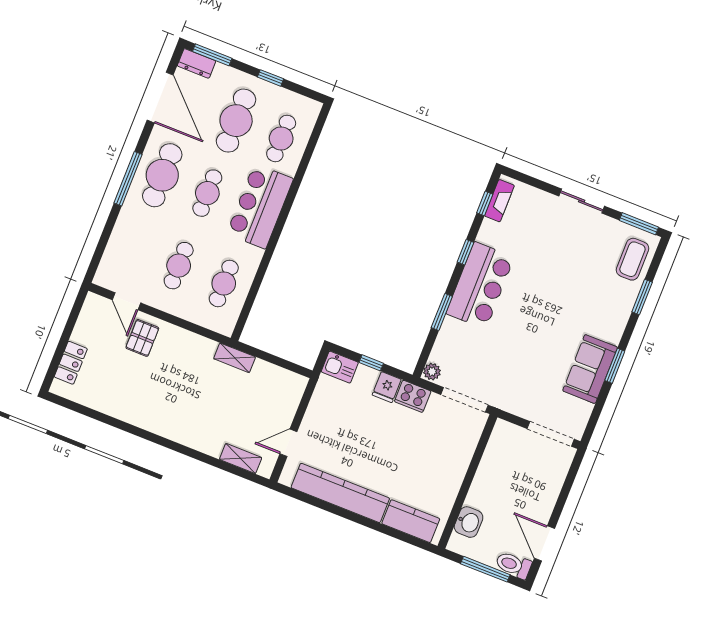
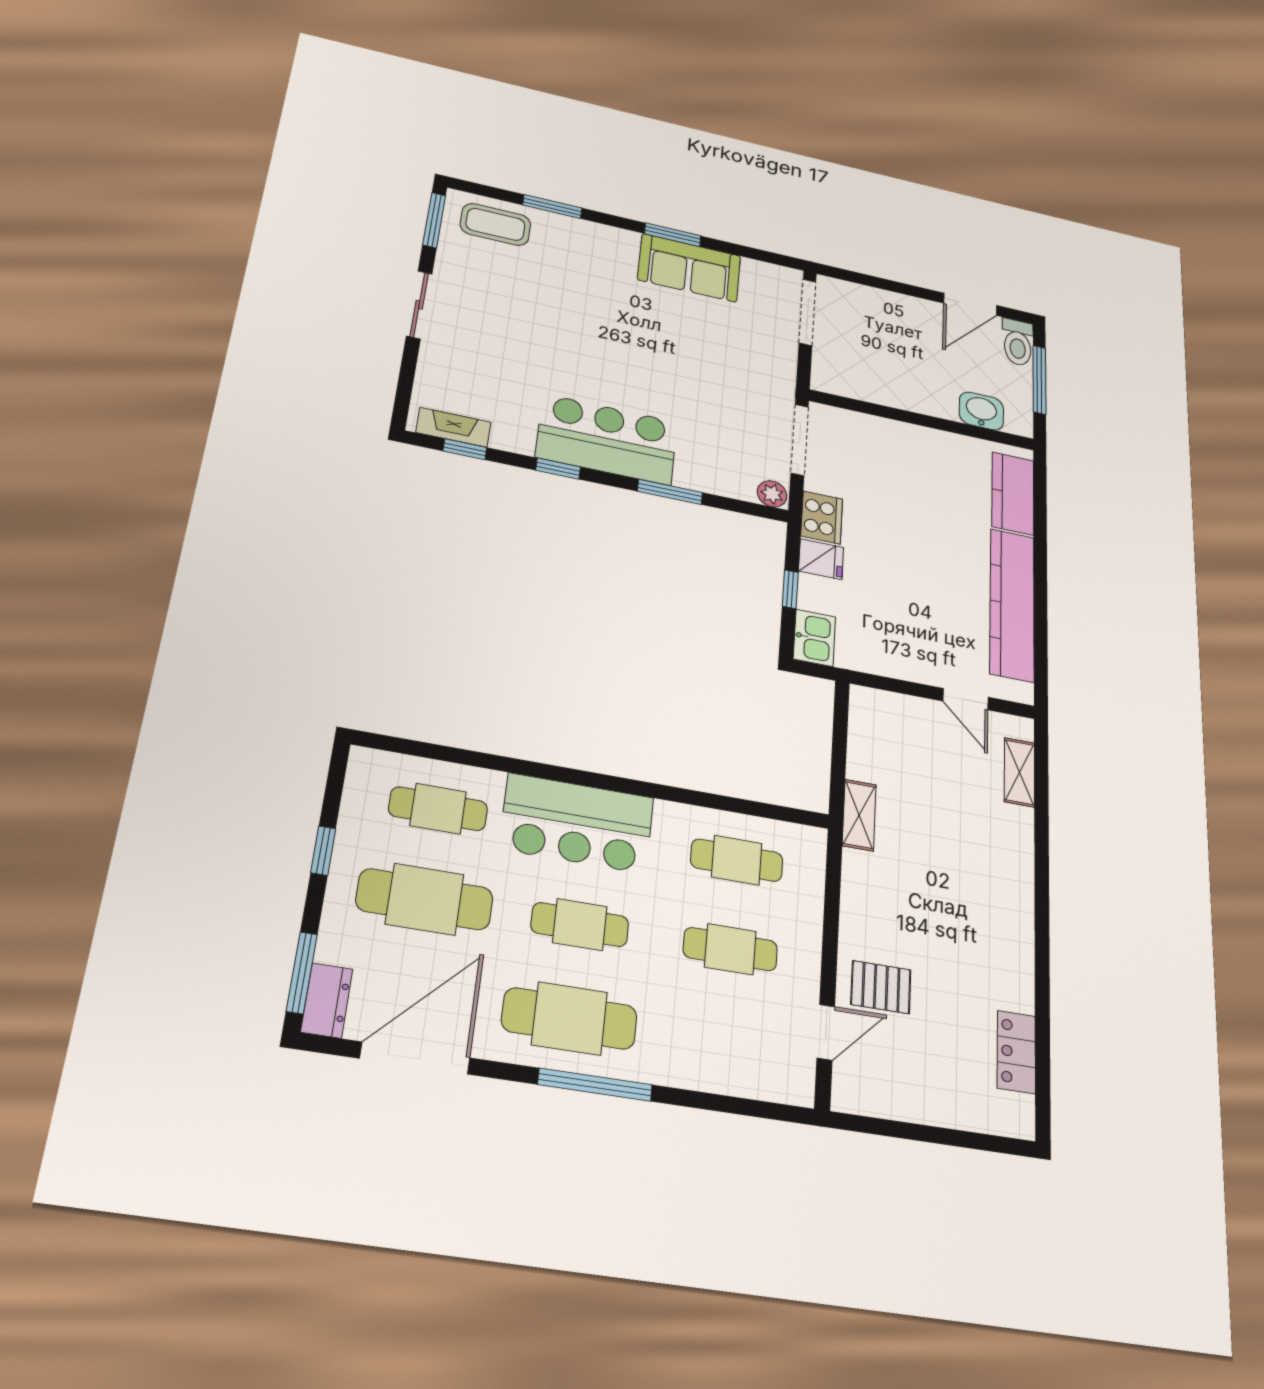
locker: (71, 363) -> (1016, 1052), moved, turned -90

